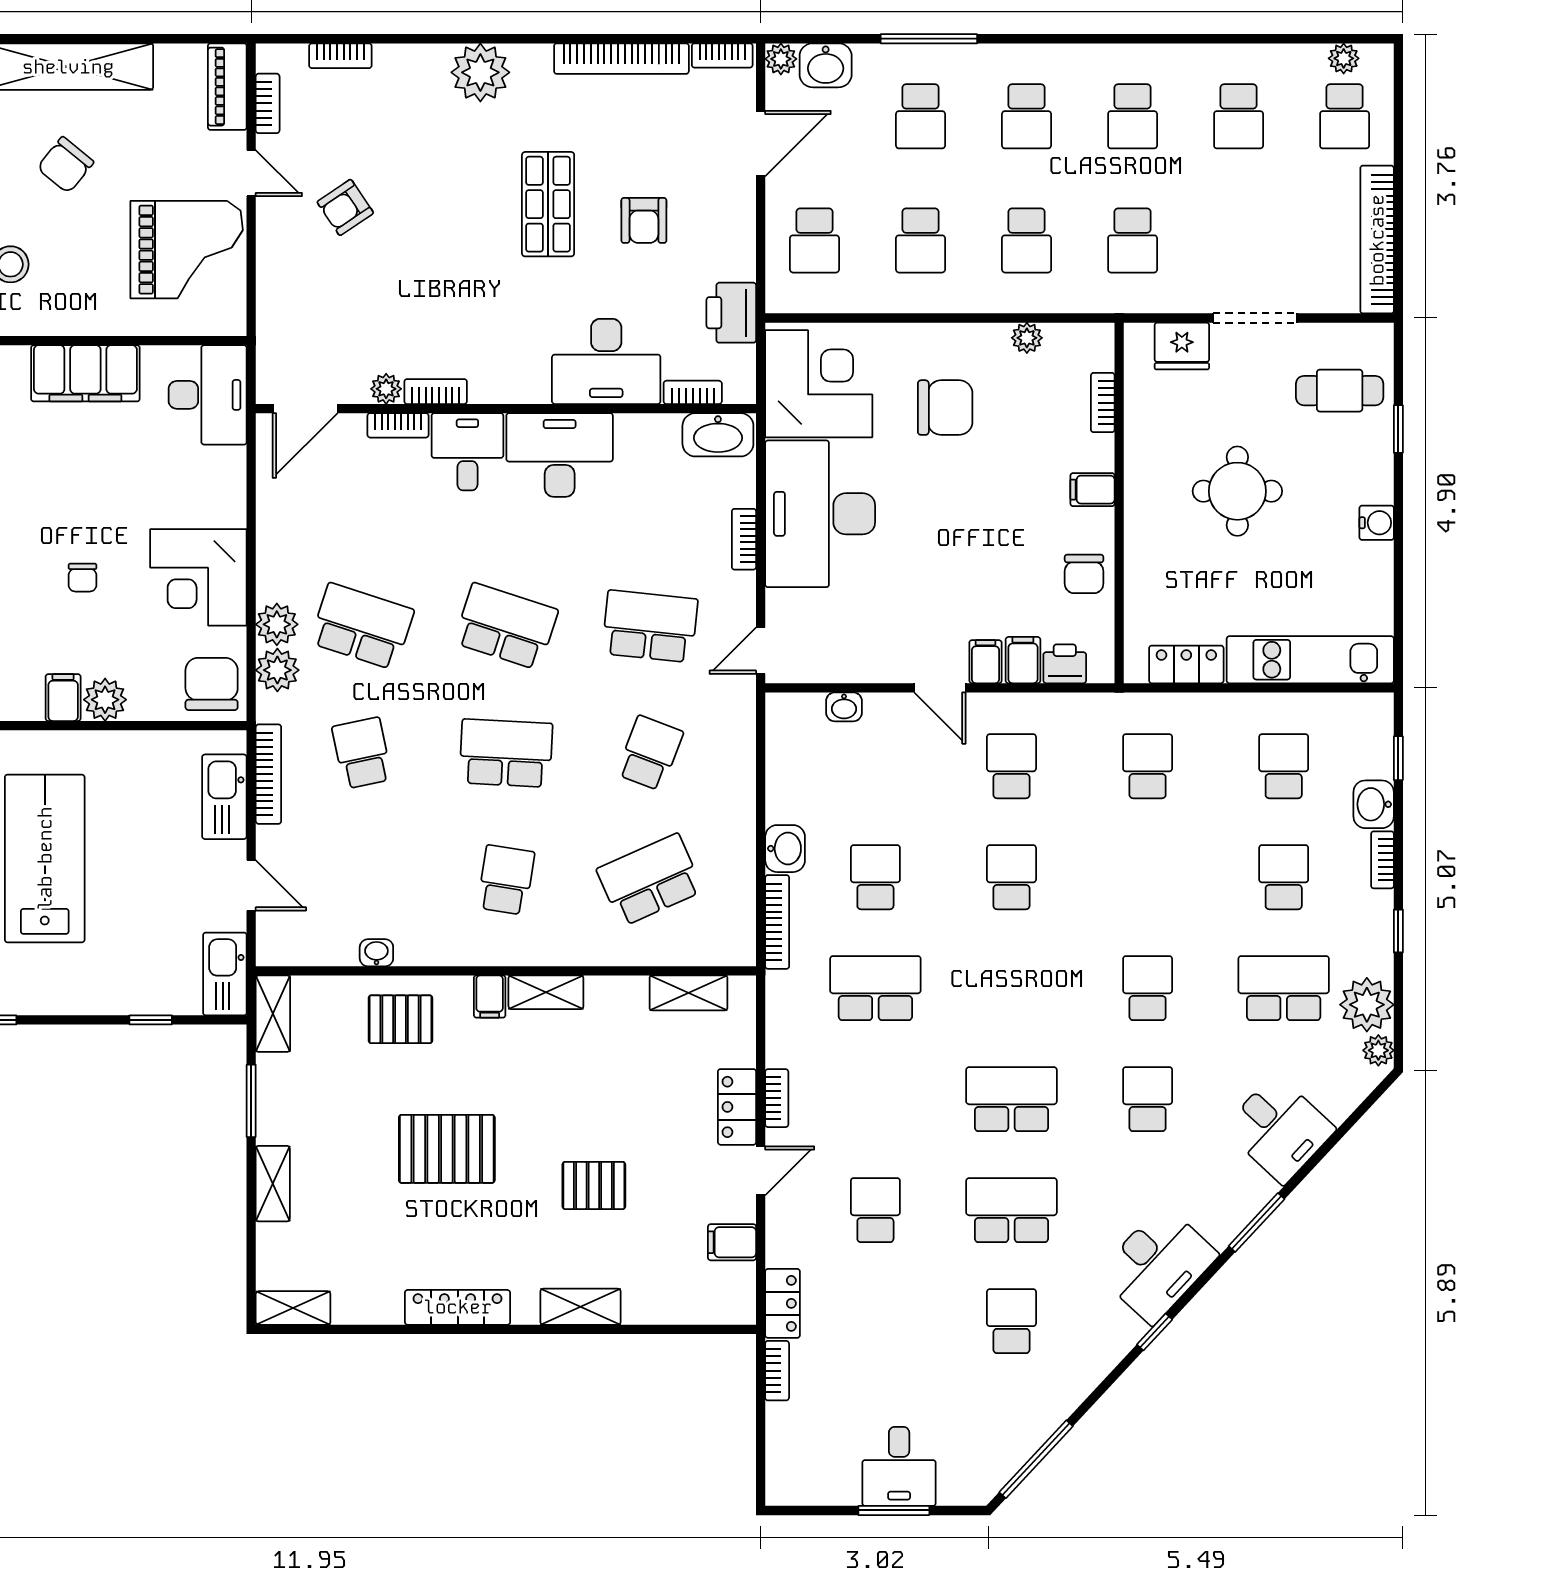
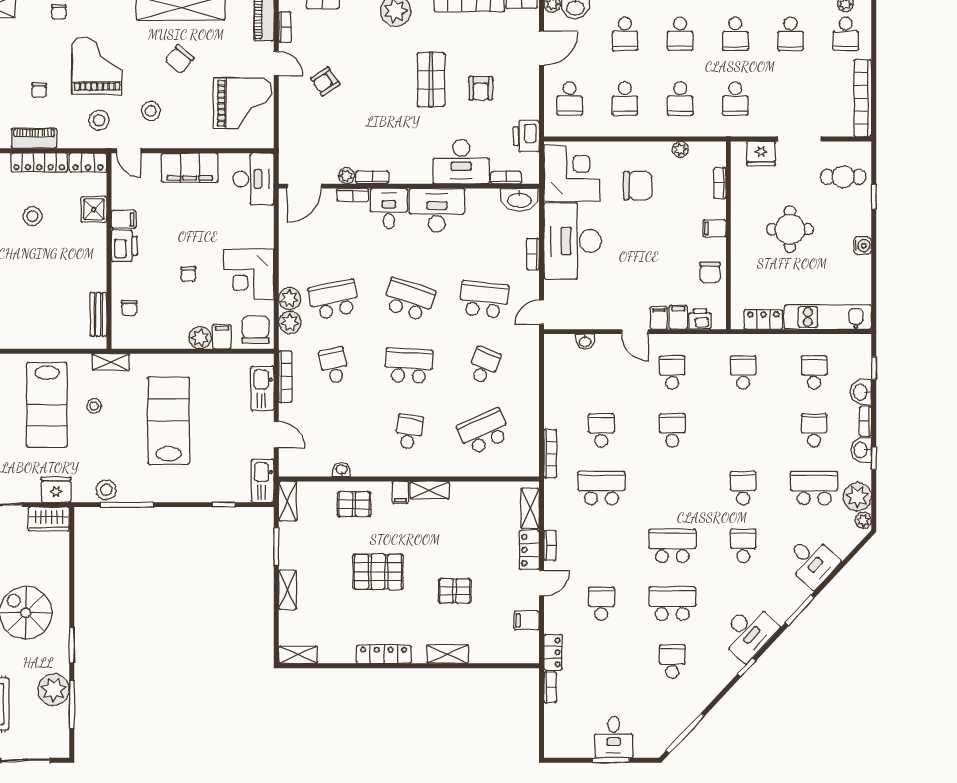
school desk: (362, 626) -> (334, 300), turned -30
filing cabinet: (63, 698) -> (222, 337), moved
washbasin: (785, 849) -> (861, 450), moved, turned 180
shelving: (688, 993) -> (530, 508), moved, turned 90

